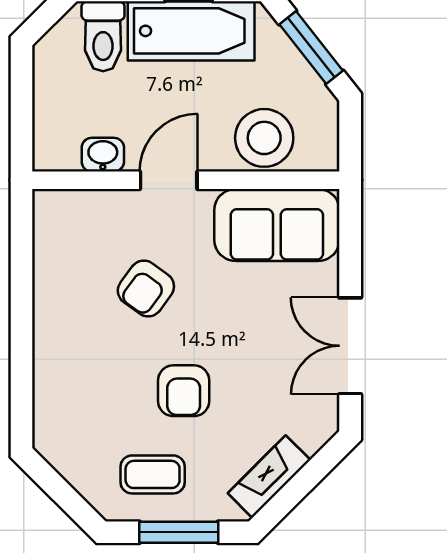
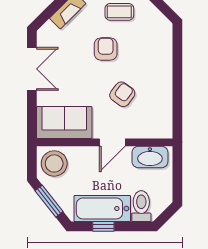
stool: (264, 138) -> (54, 163), moved
washbasin: (103, 155) -> (150, 157), width x1.91, depth x1.45

